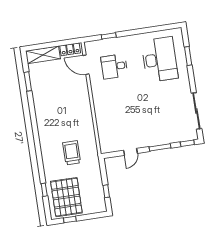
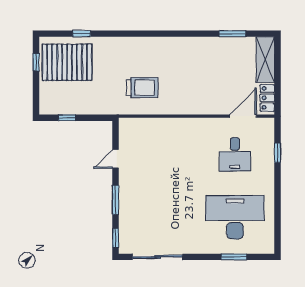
desk: (160, 60) -> (235, 217), turned 180
desk: (114, 66) -> (235, 154), turned 180
door: (131, 152) -> (115, 159), hinge flipped
trolley: (72, 153) -> (142, 88), moved

